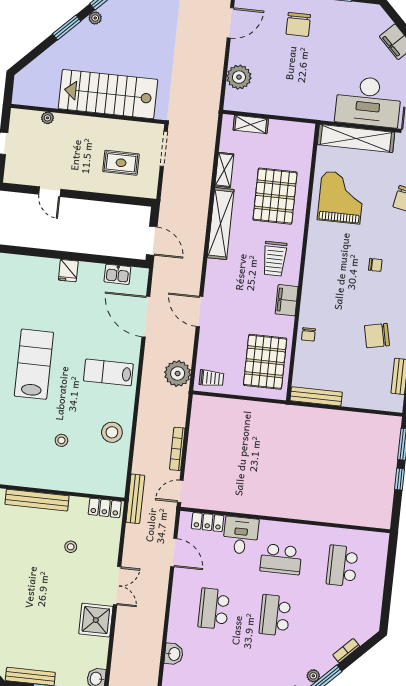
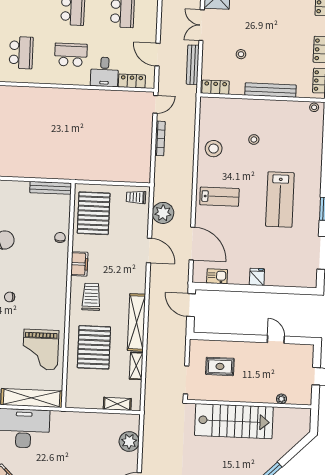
plant: (178, 373) -> (163, 213), moved
bench: (135, 499) -> (193, 65), moved

